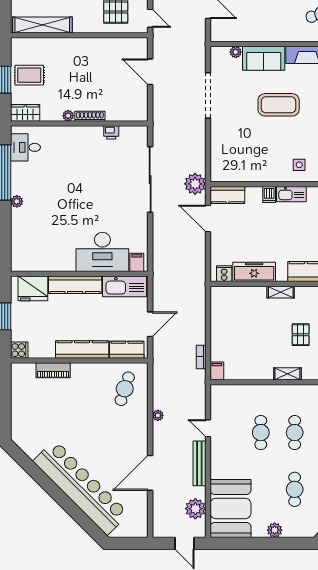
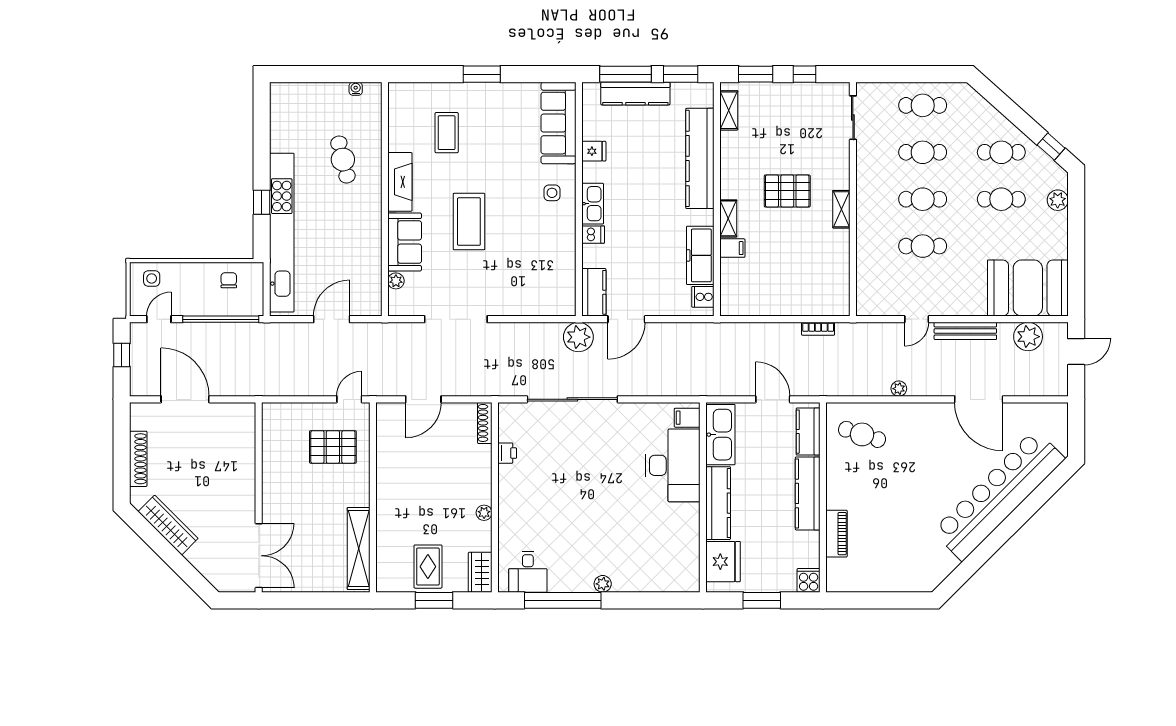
shoe rack: (90, 116) -> (485, 423), moved
pallet: (301, 335) -> (787, 191), width x1.50, depth x1.42
filing cabinet: (217, 371) -> (732, 248), moved, turned 180
plant: (275, 530) -> (1058, 200), moved

